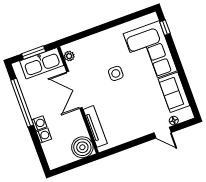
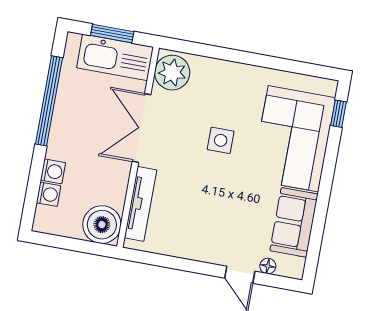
plant: (69, 56) -> (172, 73), width x1.87, depth x1.87
washing machine: (39, 123) -> (49, 194), moved

